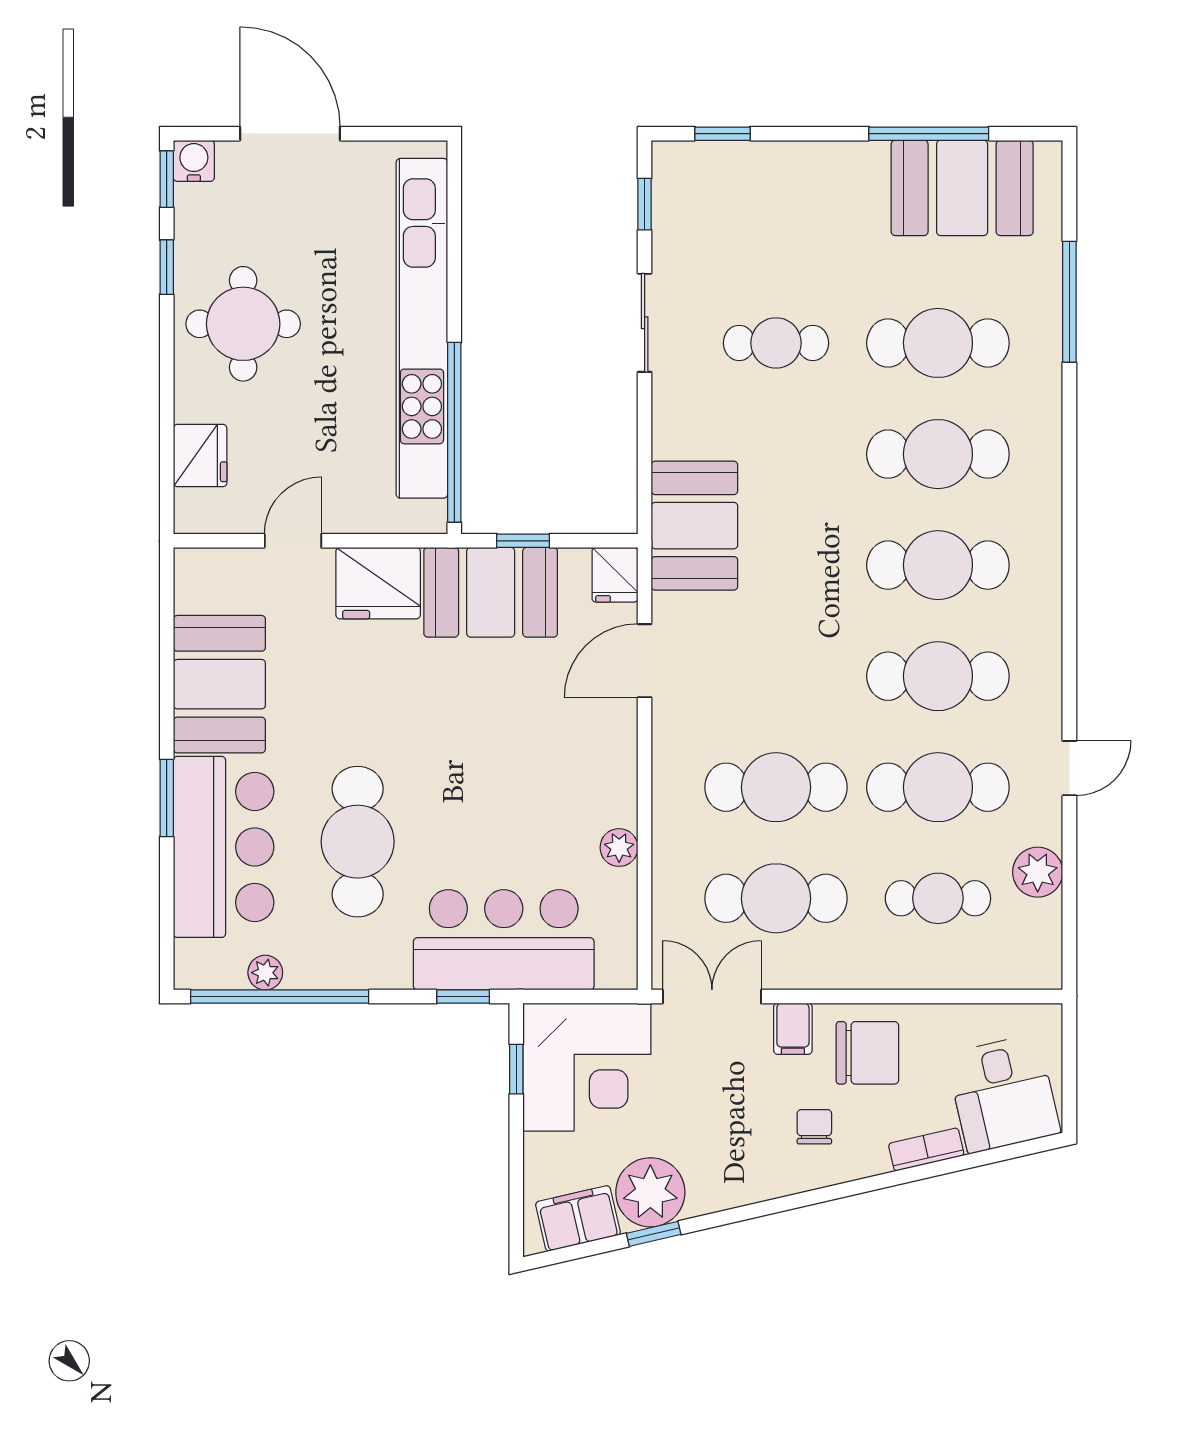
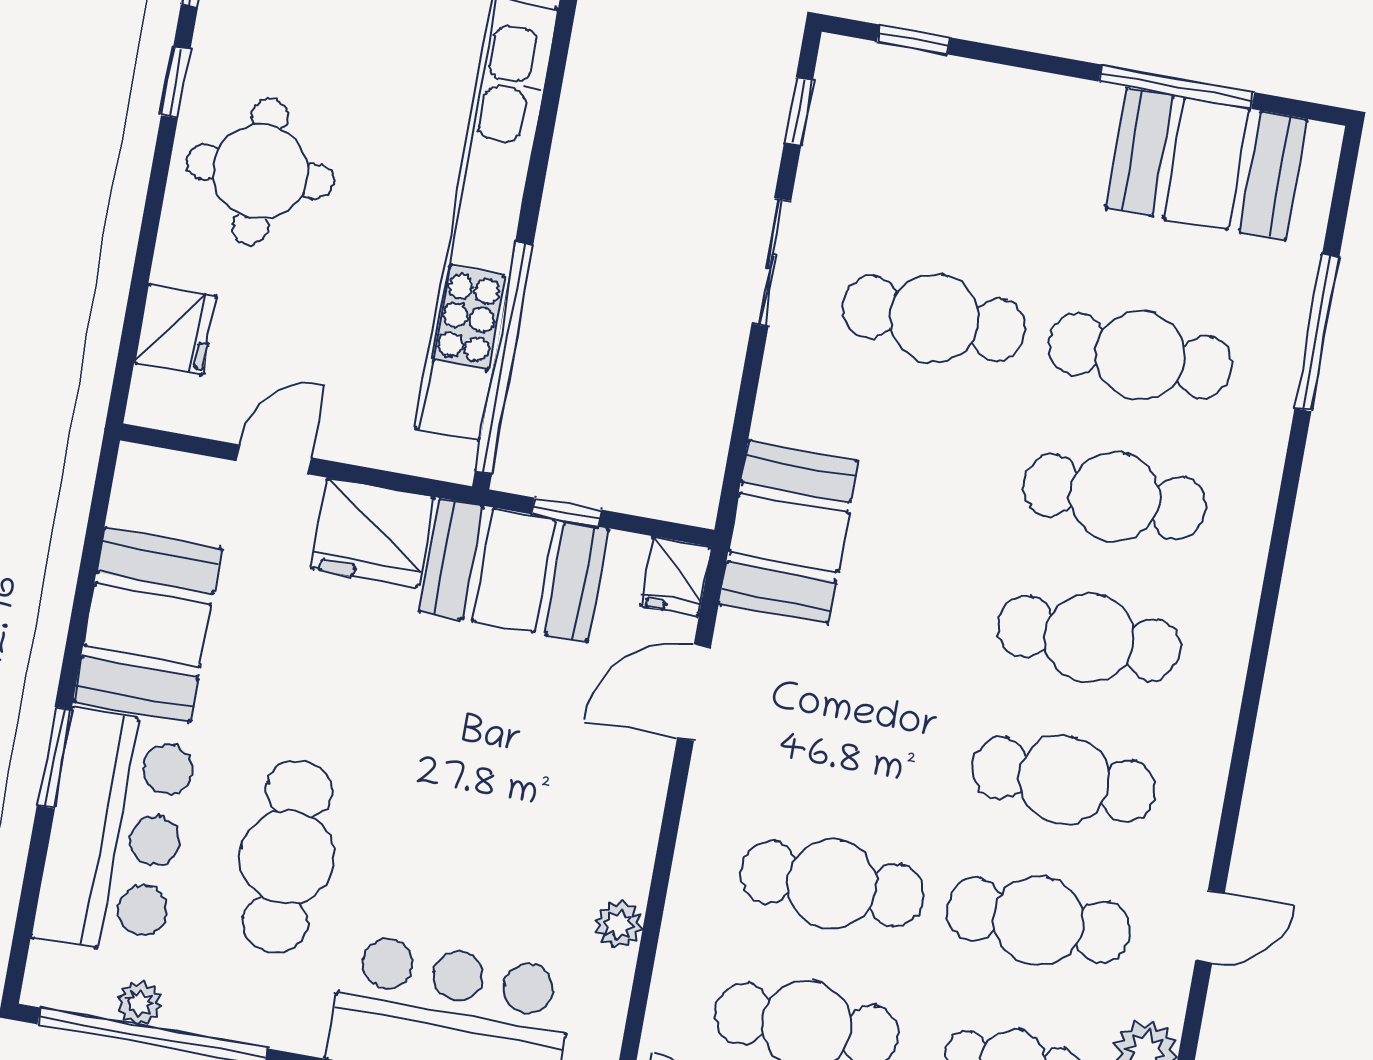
cafe table: (776, 343) -> (934, 318), width x1.37, depth x1.35

